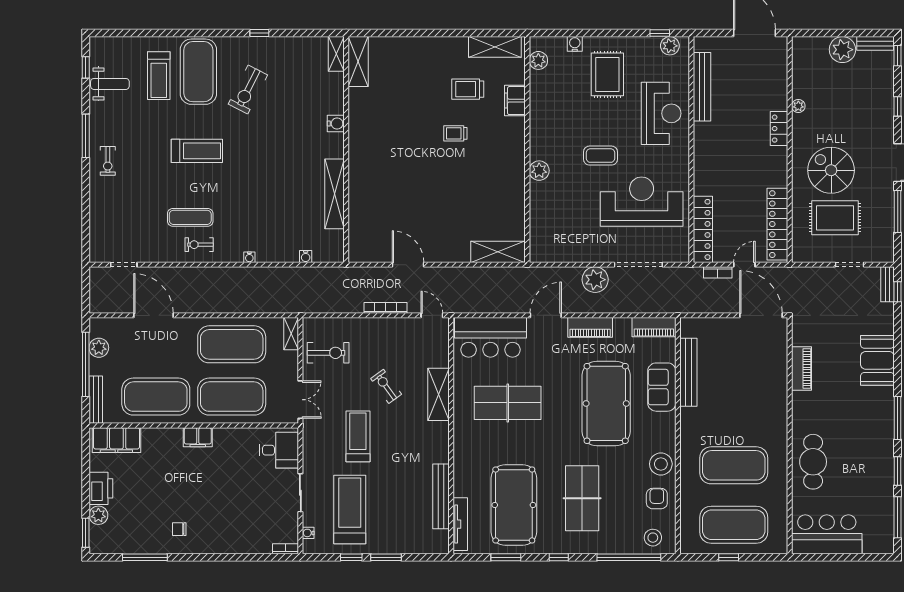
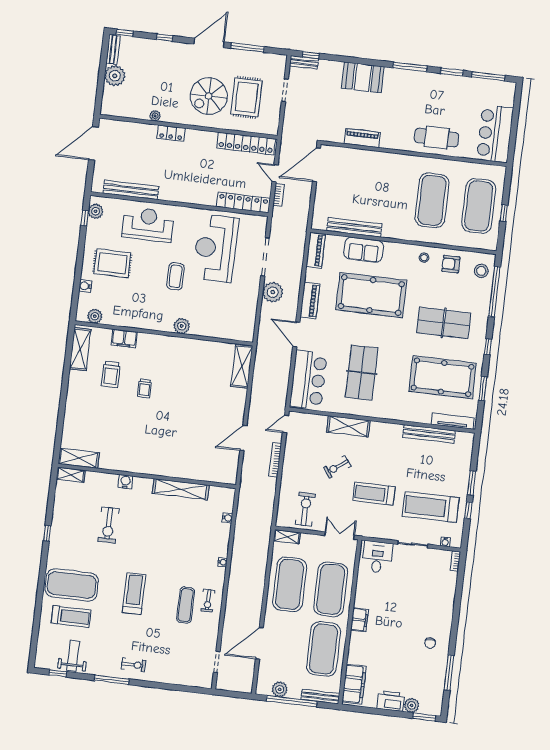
exercise bike: (248, 89) -> (109, 525), moved, turned 63
stool: (661, 464) -> (424, 258), width x0.53, depth x0.53

